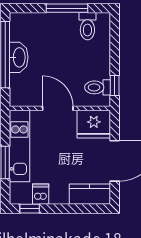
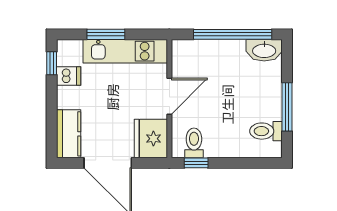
washbasin: (19, 57) -> (264, 50), moved

